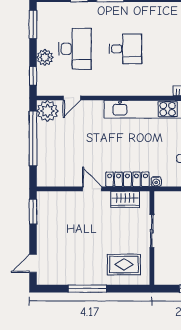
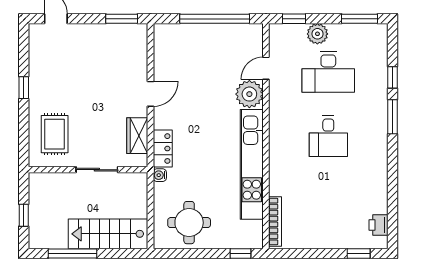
door: (72, 98) -> (266, 68), hinge flipped
plant: (47, 111) -> (249, 94), moved
locker: (127, 179) -> (163, 149), width x0.66
window: (87, 289) -> (24, 88), width x0.46

